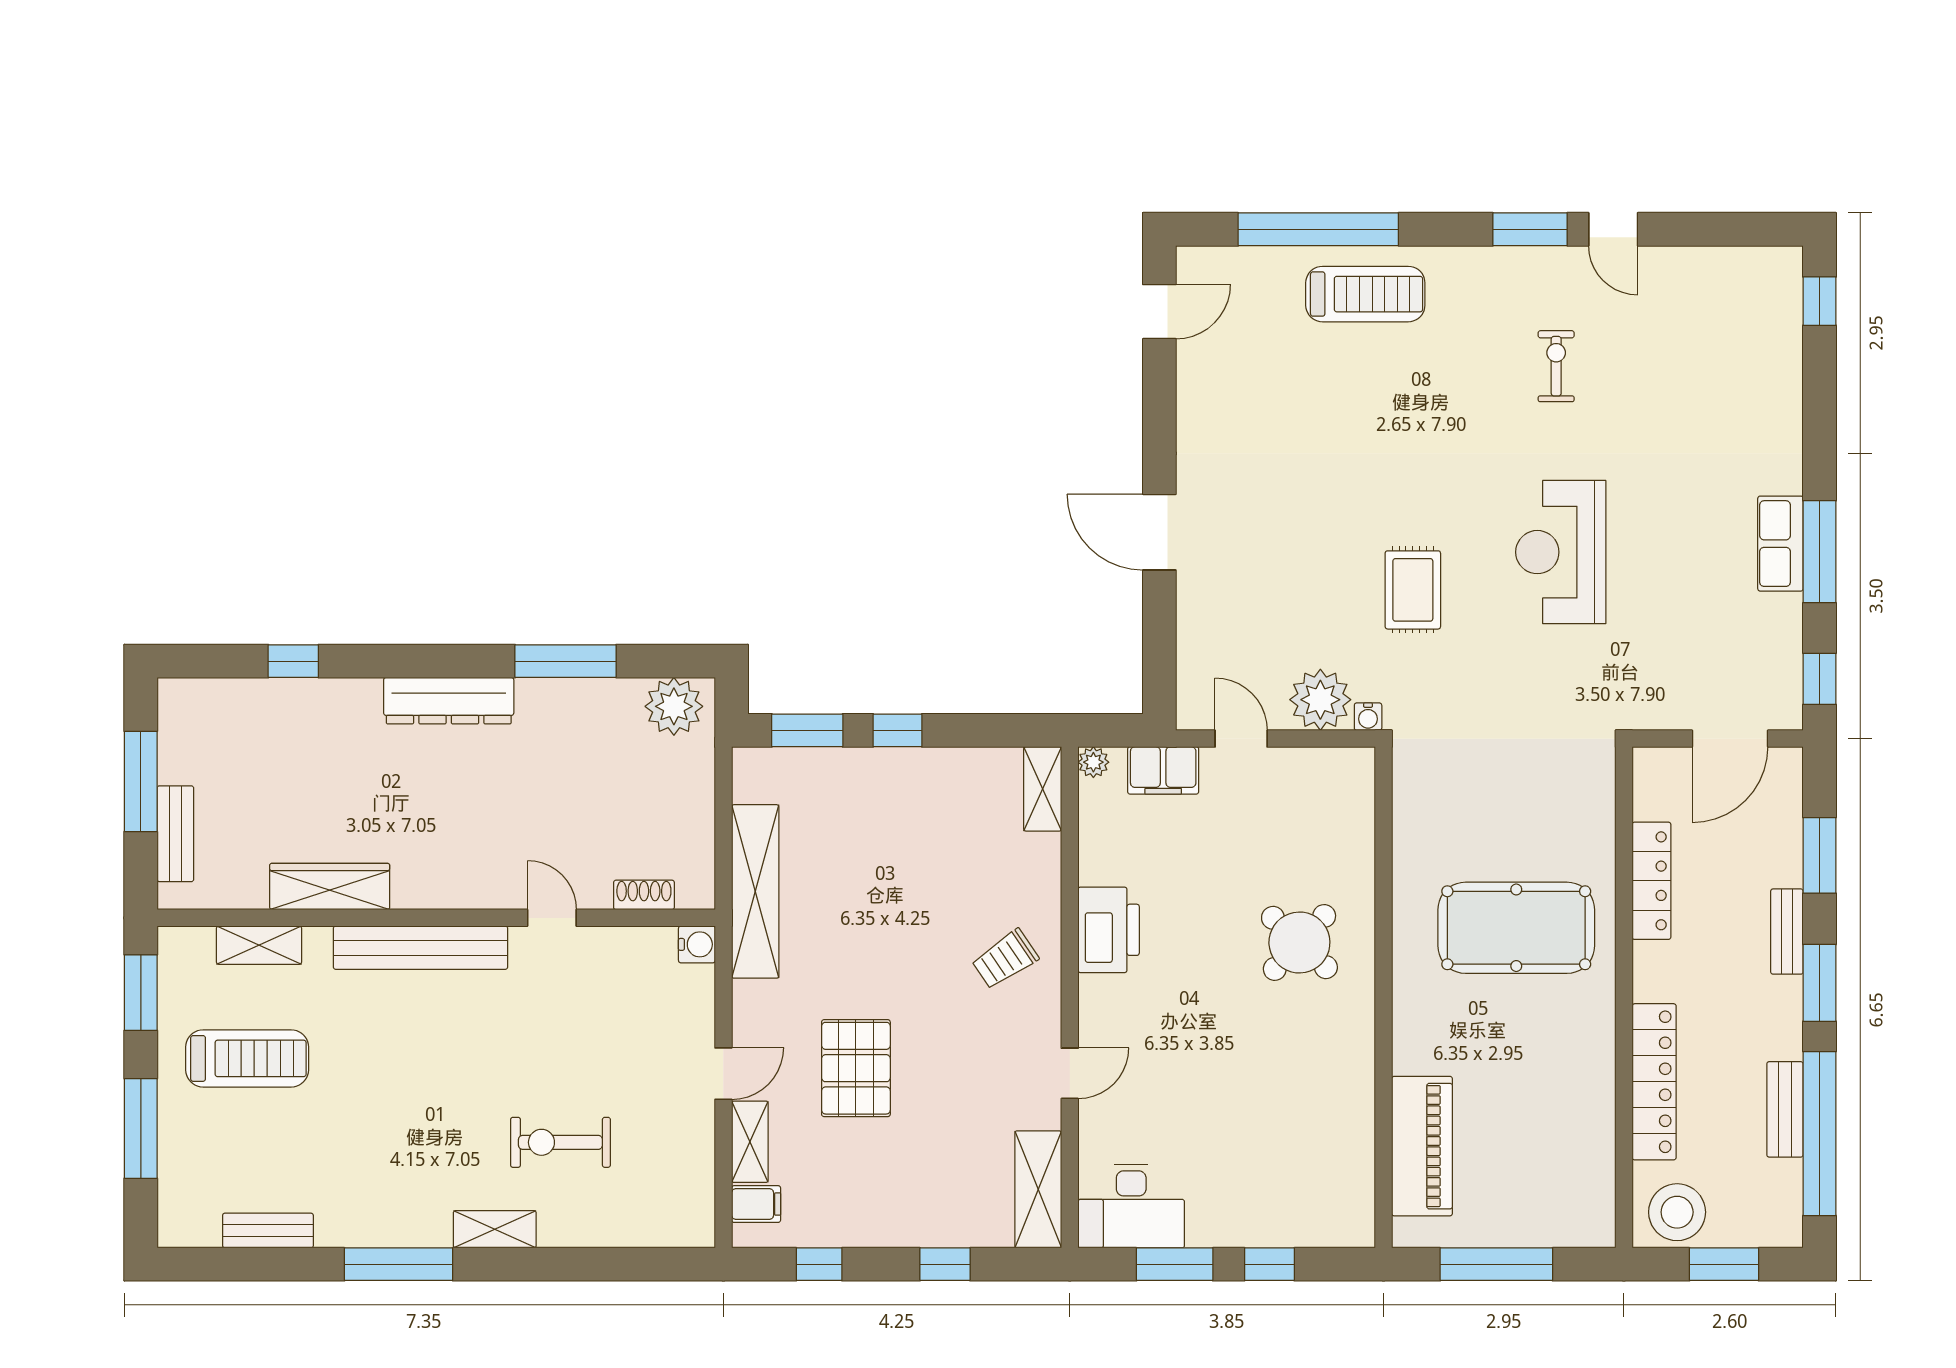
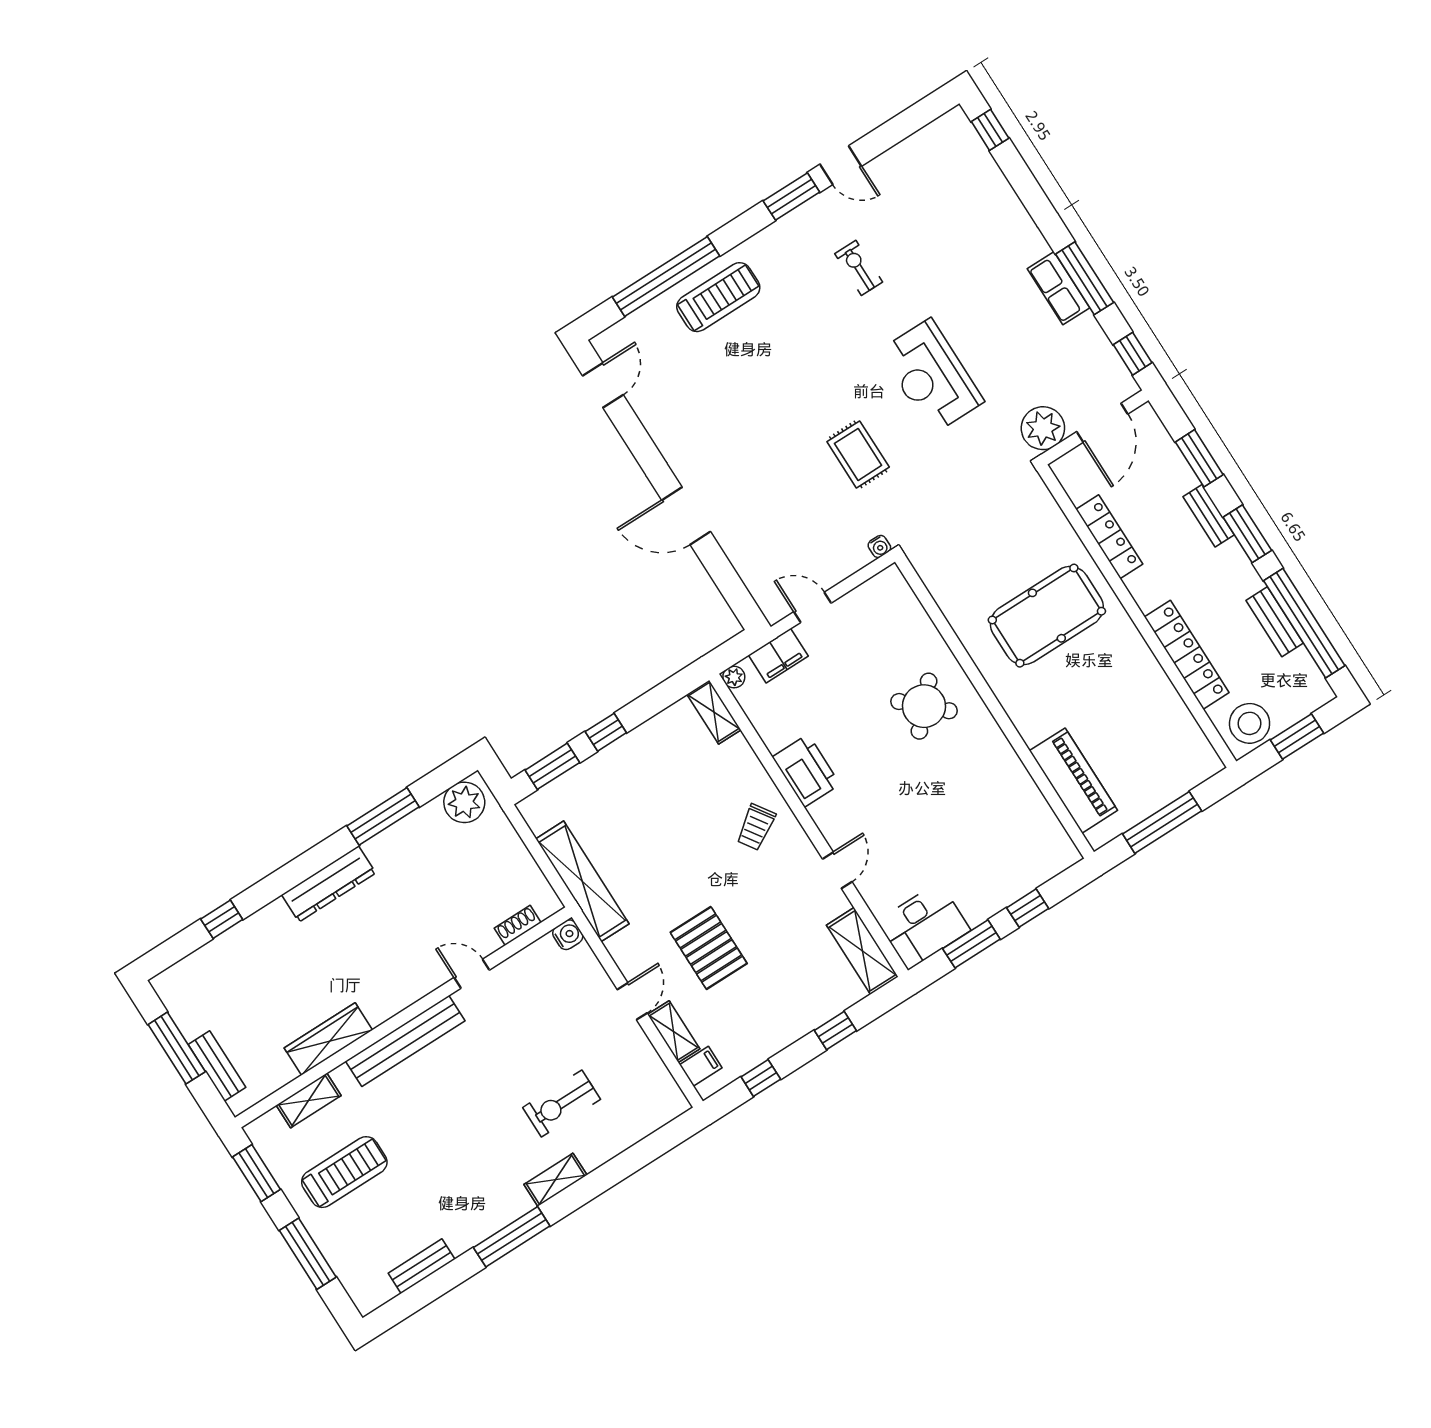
plant: (1320, 700) -> (1043, 428), moved

